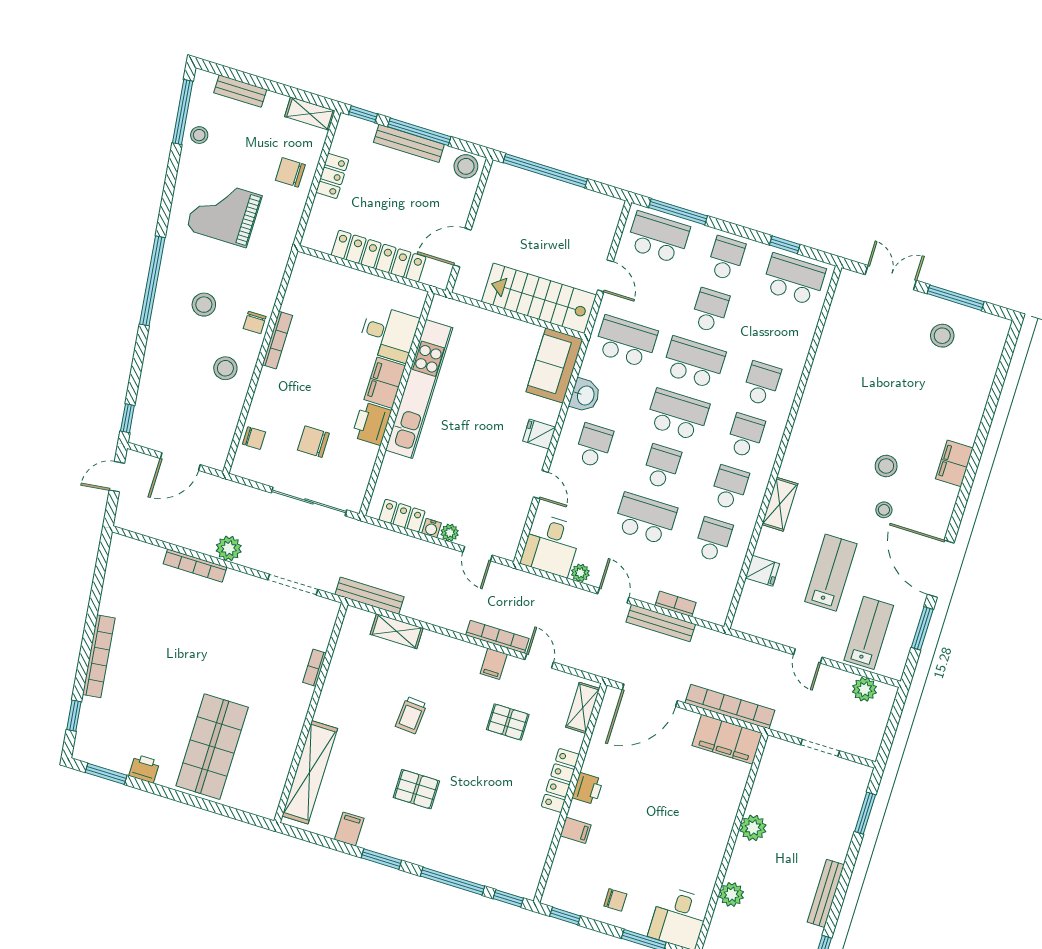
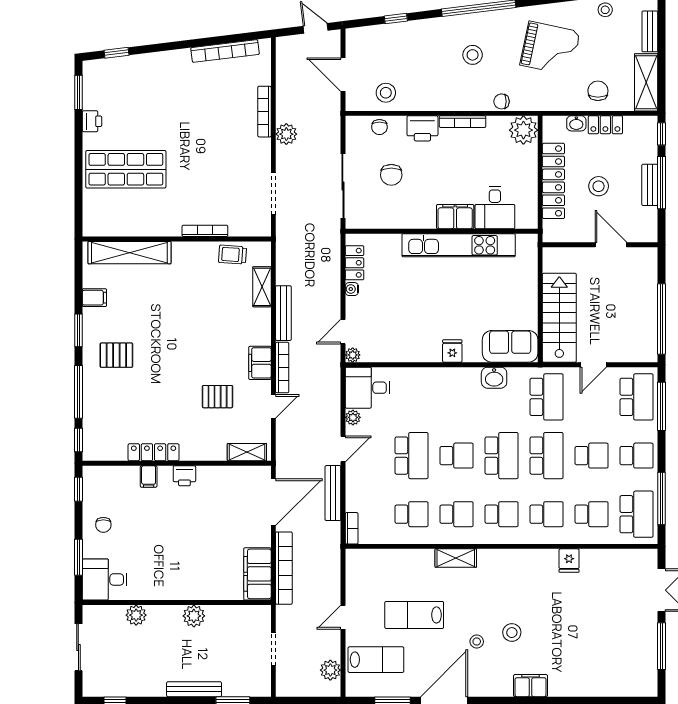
shelving: (310, 114) -> (646, 82), width x1.50, depth x1.33
bench: (409, 143) -> (650, 185), width x0.73
stool: (466, 166) -> (599, 186), moved
window: (545, 171) -> (662, 319), moved
washbasin: (320, 209) -> (576, 123), added
grand piano: (224, 213) -> (550, 48), turned 102
window: (785, 245) -> (662, 499), width x2.17
door: (462, 247) -> (611, 245), moved
plant: (309, 273) -> (523, 130), added
chair: (255, 323) -> (501, 101), moved
stool: (942, 336) -> (628, 645), removed
stool: (225, 368) -> (386, 93), moved
window: (127, 418) -> (396, 18), moved
printer: (372, 424) -> (422, 128), moved, turned 180
chair: (313, 442) -> (391, 175), turned 180
school desk: (594, 446) -> (592, 514), moved
door: (541, 485) -> (413, 365), removed
plant: (450, 533) -> (353, 355), moved
fridge: (762, 571) -> (569, 561), moved
lab bench: (831, 573) -> (414, 615), turned 180
bench: (370, 596) -> (283, 313), moved
bookcase: (676, 604) -> (352, 528), moved
bookcase: (99, 656) -> (225, 51), moved
filing cabinet: (494, 664) -> (260, 363), width x2.00
bookcase: (315, 668) -> (205, 231), width x1.56
door: (650, 695) -> (273, 502), swing flipped
trolley: (411, 715) -> (232, 255), moved
pallet: (508, 722) -> (218, 397), turned 90
locker: (560, 780) -> (154, 452), moved
pallet: (416, 789) -> (116, 355), moved, turned 90
bench: (826, 893) -> (194, 689), moved

